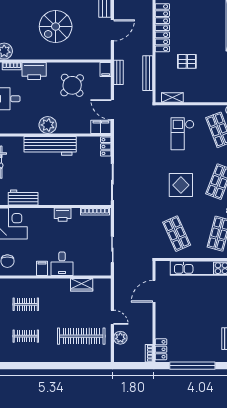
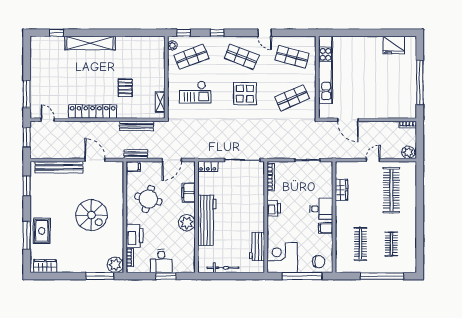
round table: (72, 85) -> (148, 199), turned -32
filing cabinet: (101, 127) -> (189, 193), moved
clothes rail: (26, 304) -> (360, 244), width x1.36
plant: (120, 338) -> (408, 152), moved
locker: (161, 349) -> (404, 113), removed

